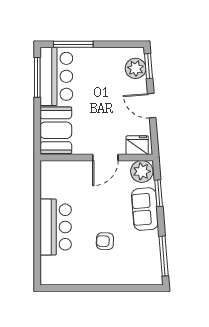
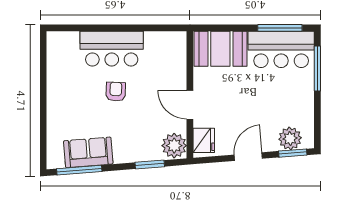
sofa: (145, 209) -> (88, 152), moved
armchair: (105, 241) -> (116, 92), moved

